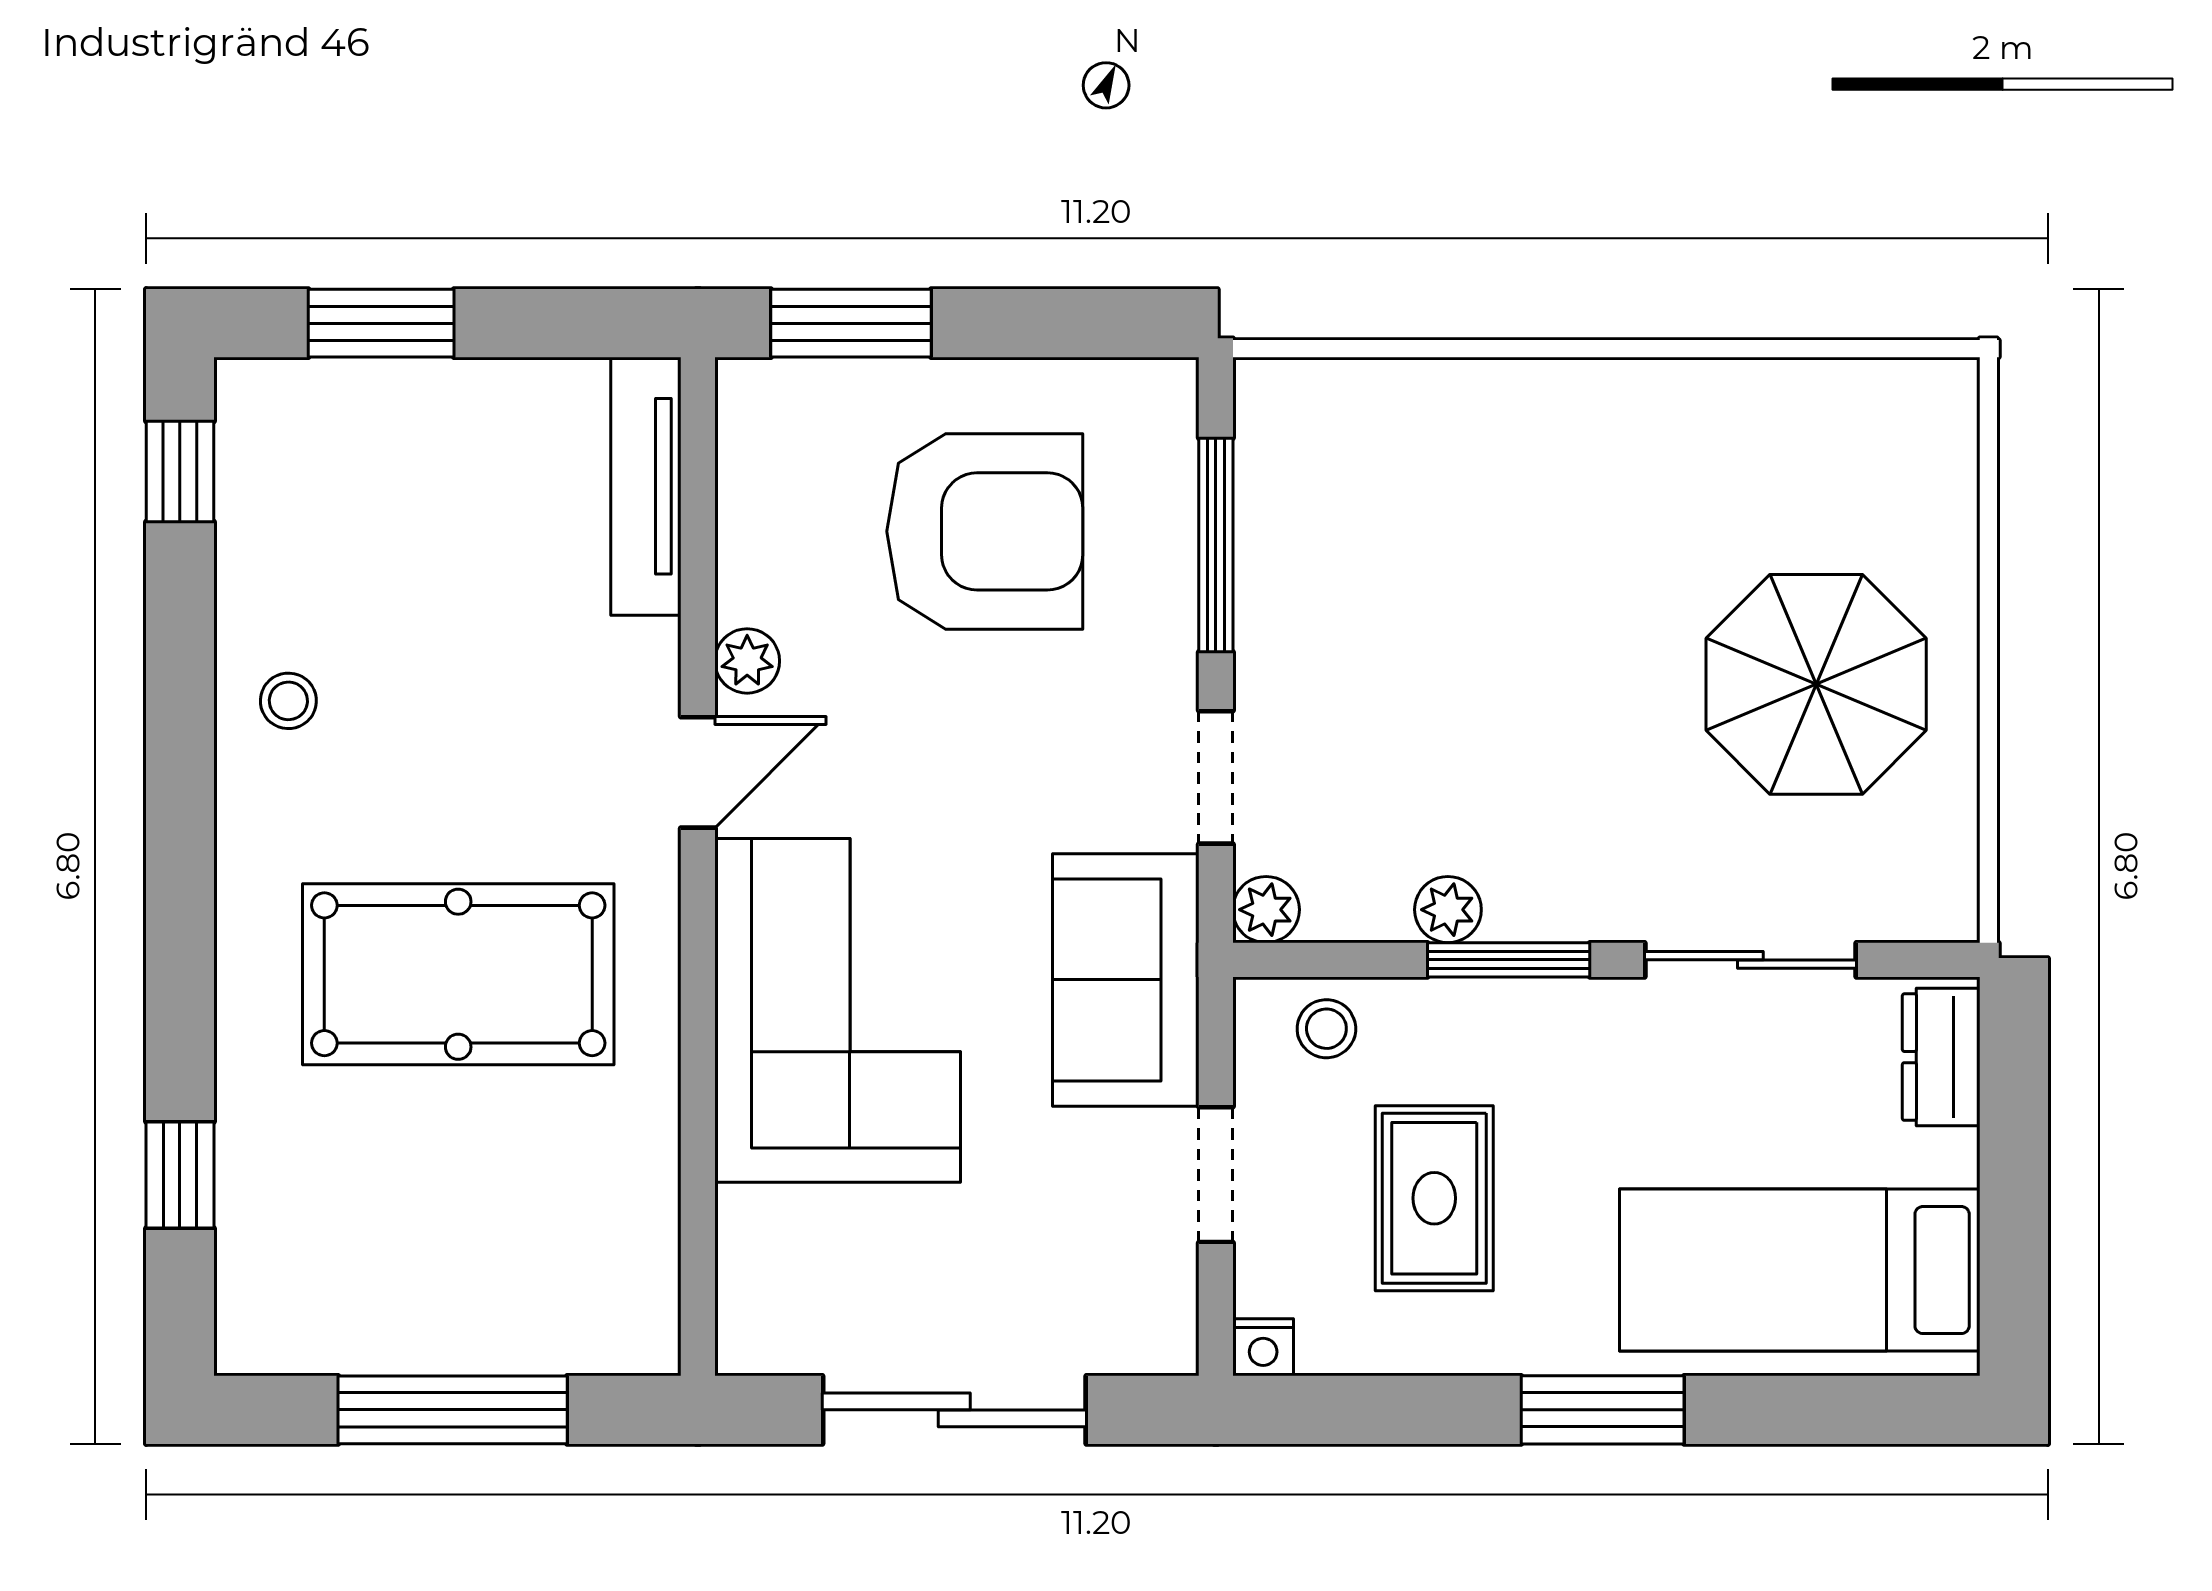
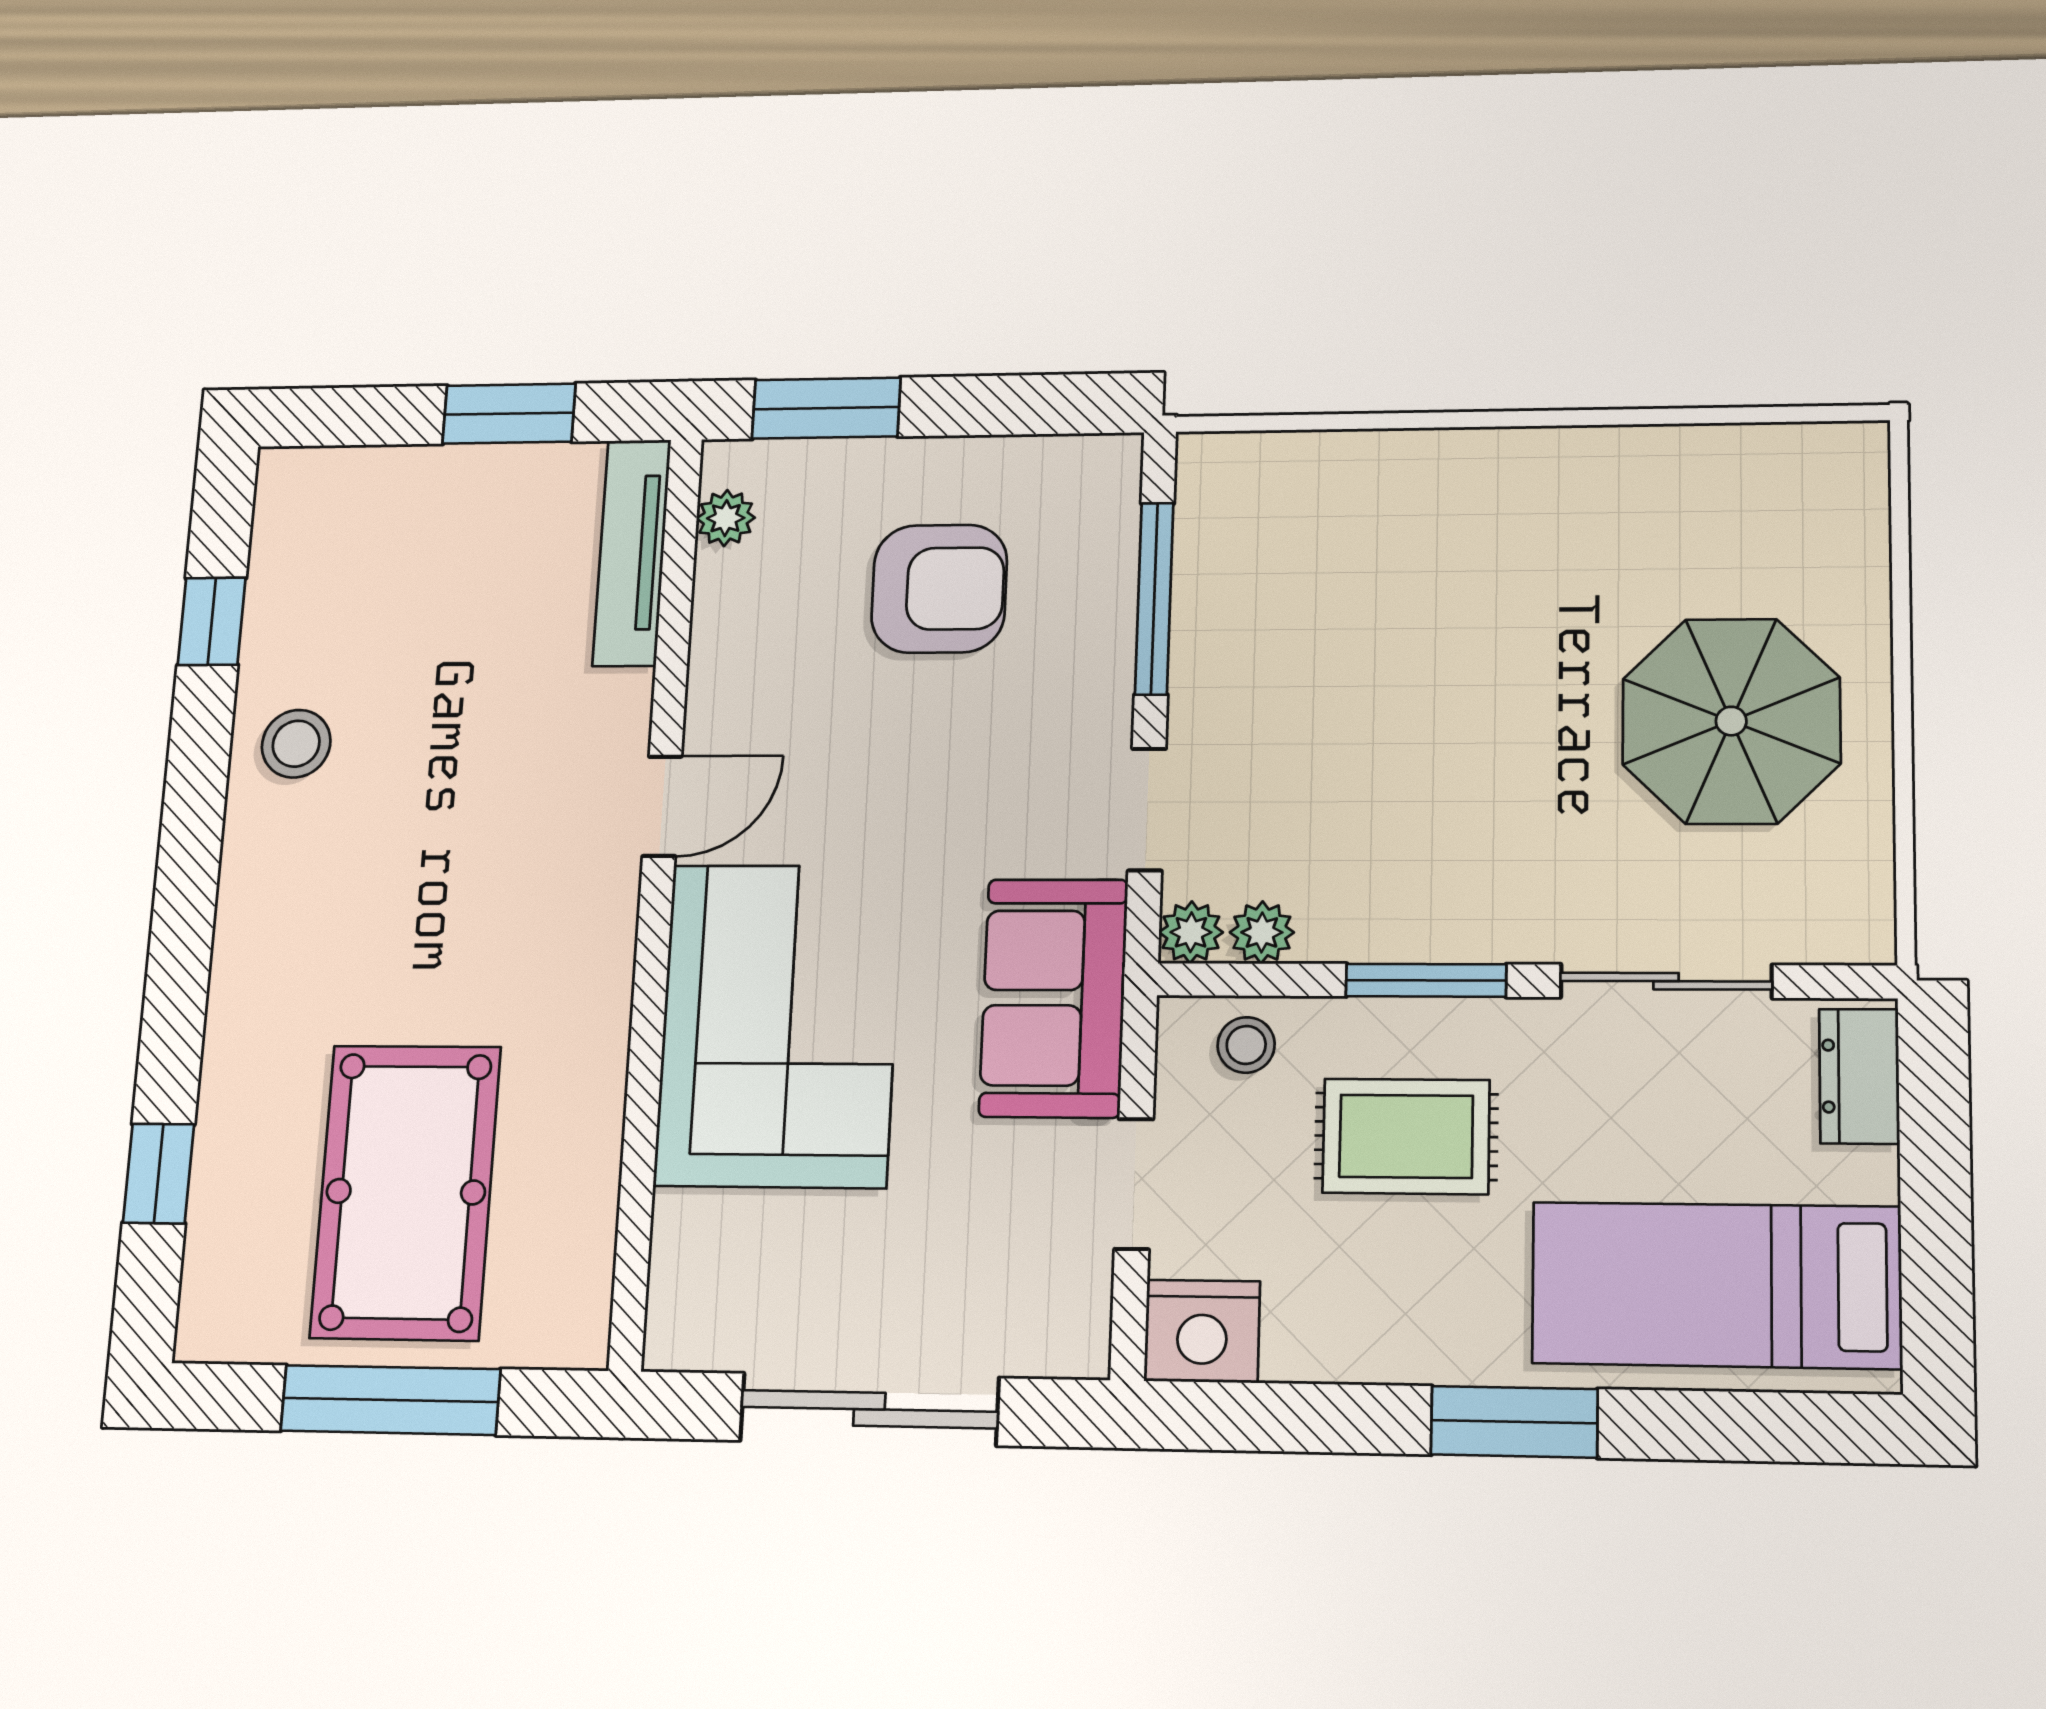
window: (381, 323) -> (509, 414), moved
window: (180, 472) -> (212, 621), moved
armchair: (985, 531) -> (939, 589), width x0.73, depth x0.73
plant: (747, 661) -> (726, 518), moved
stool: (288, 701) -> (296, 744), width x1.37, depth x1.37
plant: (1448, 910) -> (1262, 932), moved
pool table: (458, 974) -> (406, 1192), moved, turned 90
rug: (1434, 1198) -> (1406, 1136), moved, turned 90
nightstand: (1263, 1347) -> (1202, 1331), width x1.89, depth x1.79

